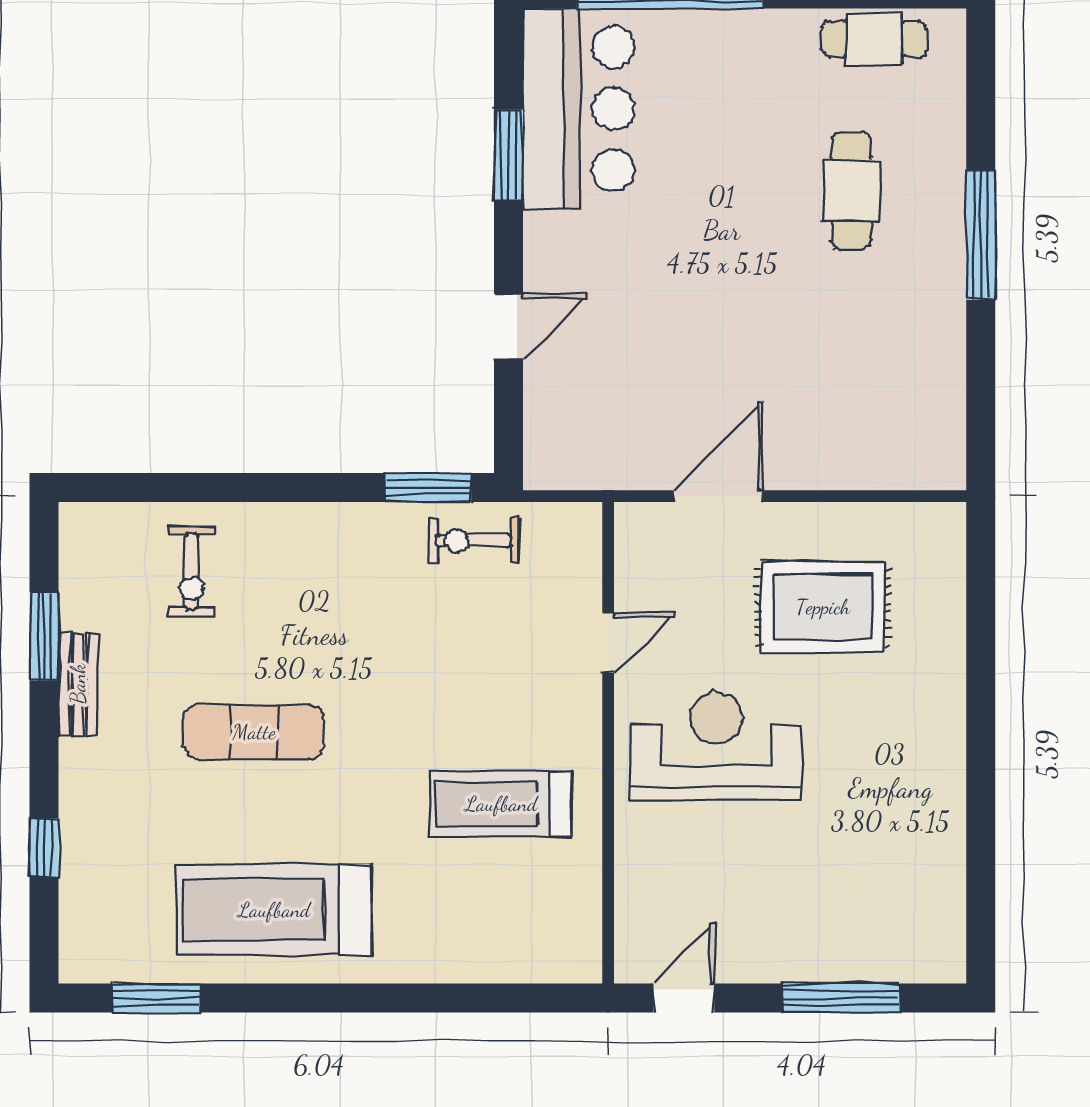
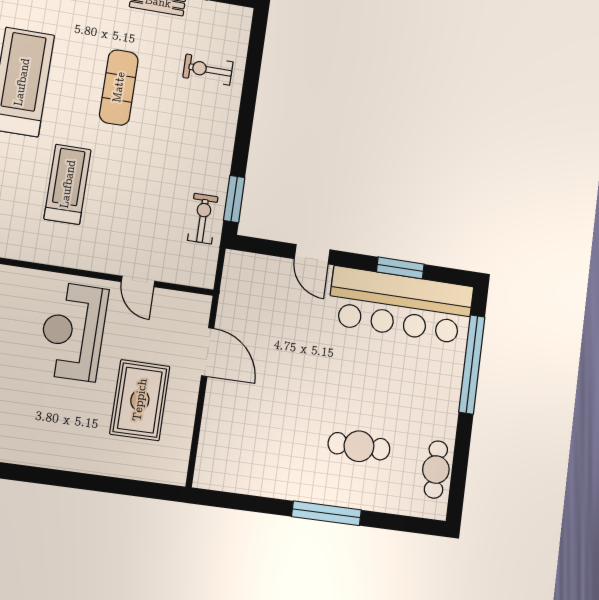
bar counter: (579, 109) -> (401, 305), width x1.36
reception desk: (716, 746) -> (73, 331), turned 180
treadmill: (501, 804) -> (68, 184), moved

